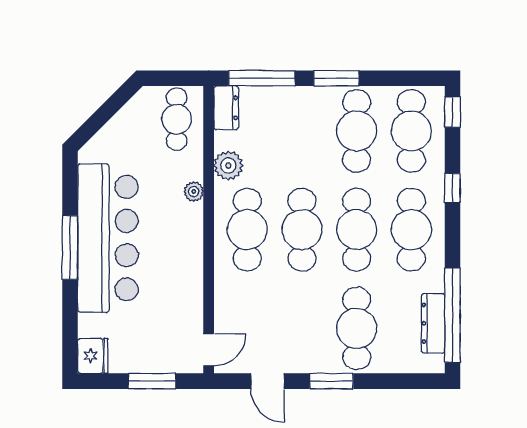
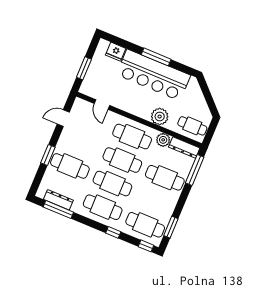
window: (336, 78) -> (171, 227), moved
dresser: (226, 108) -> (184, 148), width x1.44
cafe table: (357, 131) -> (165, 178), moved
plant: (194, 192) -> (160, 117), width x1.87, depth x1.87
window: (452, 315) -> (58, 210), width x0.68
door: (209, 350) -> (102, 104), moved
fridge: (93, 356) -> (116, 52), moved
window: (331, 381) -> (48, 155), moved

